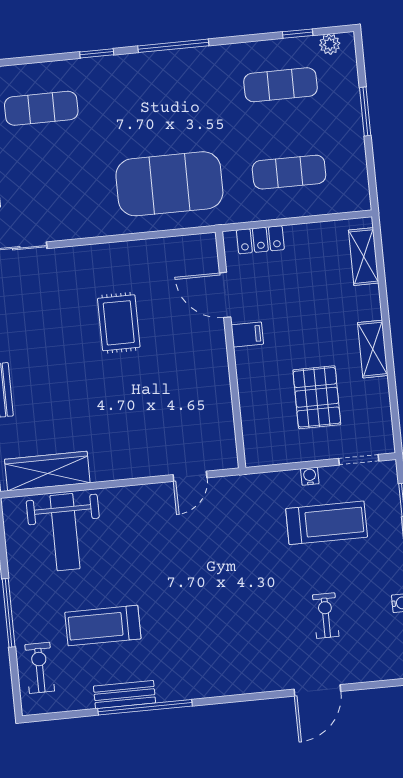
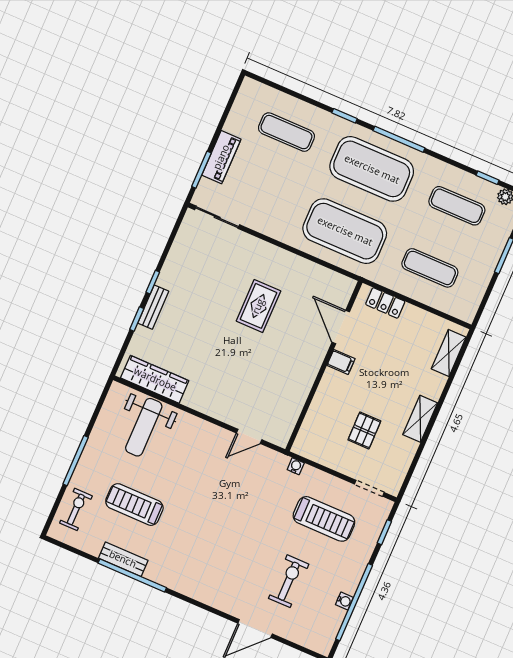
exercise mat: (161, 97) -> (372, 169), added
pallet: (317, 397) -> (364, 430), width x0.67, depth x0.71
water cooler: (310, 476) -> (296, 466), moved
exercise bike: (326, 616) -> (289, 581), width x1.38, depth x1.39

